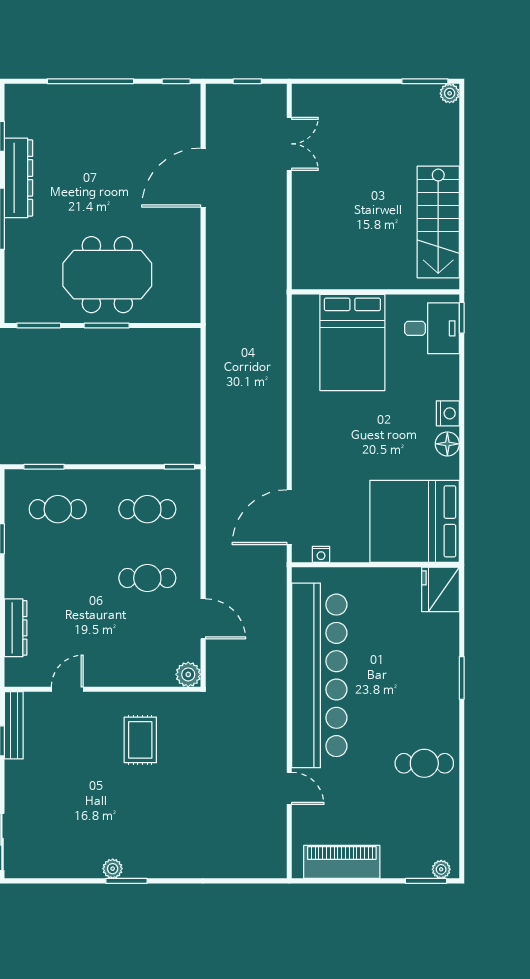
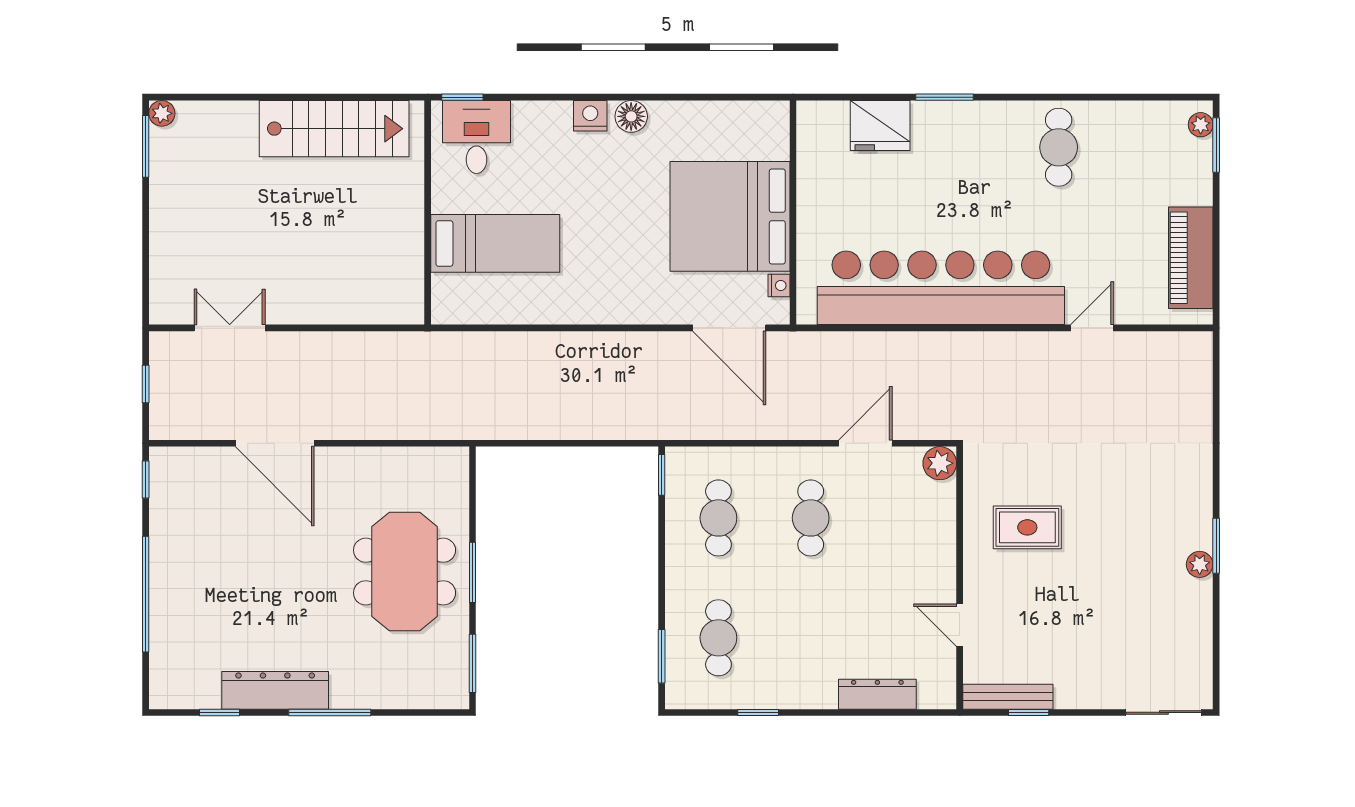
bed: (352, 342) -> (495, 243), width x0.67
bed: (415, 521) -> (730, 216), moved, turned 90
fridge: (441, 589) -> (880, 126), moved

